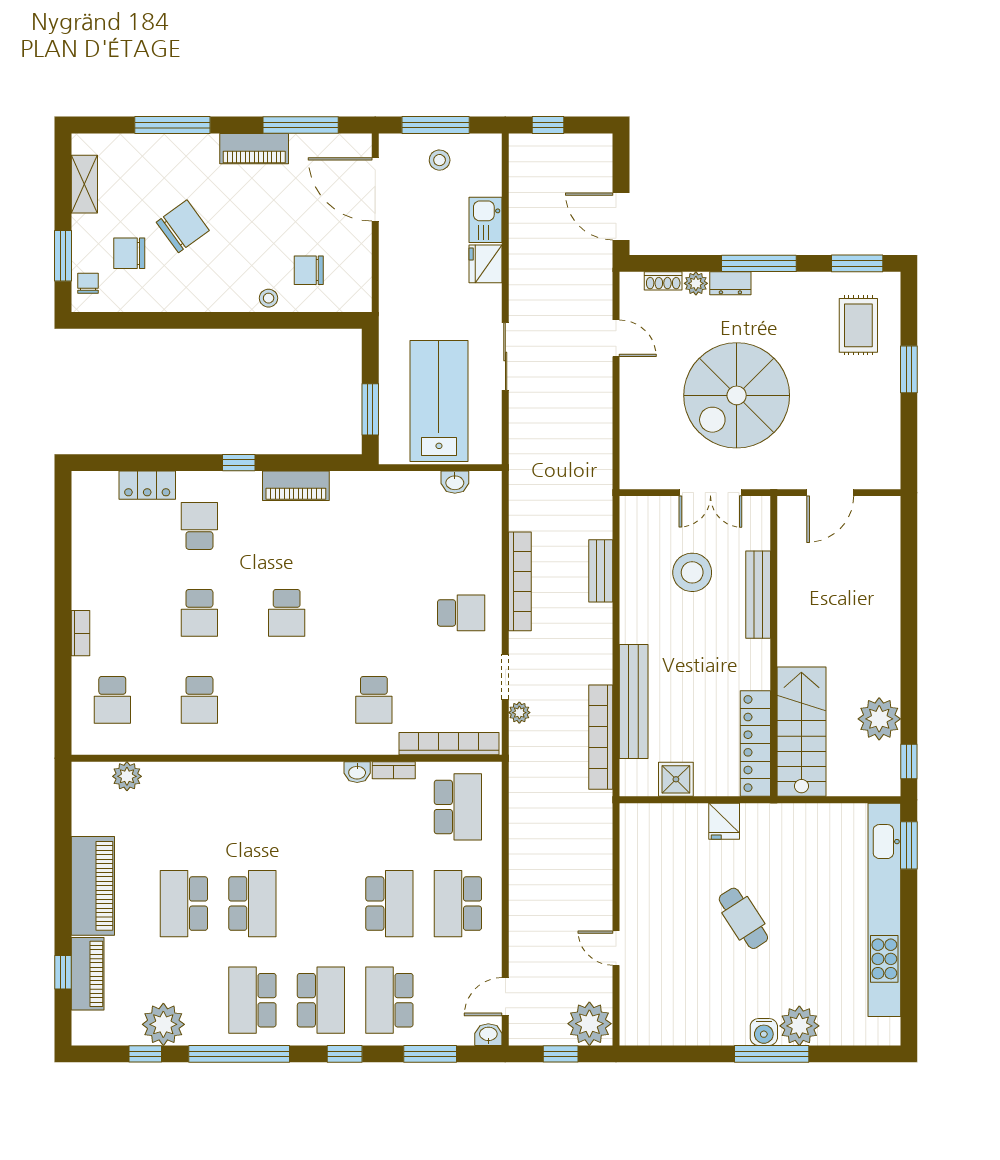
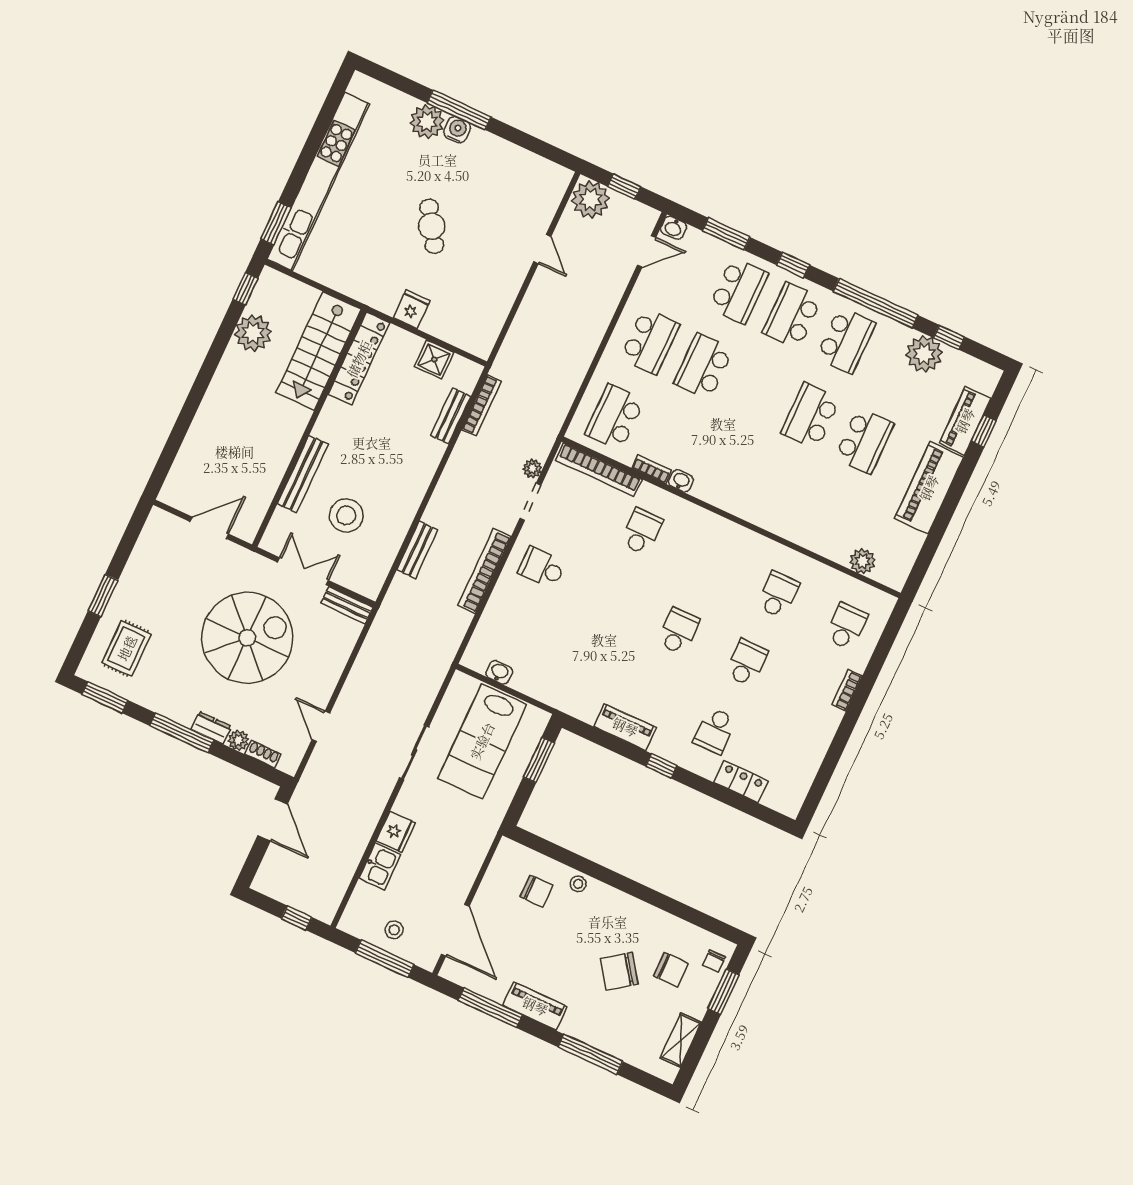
bench: (648, 478) -> (347, 605), added
bench: (634, 702) -> (451, 416), width x0.54, depth x0.82
bookcase: (601, 737) -> (482, 405), width x0.68, depth x0.76

